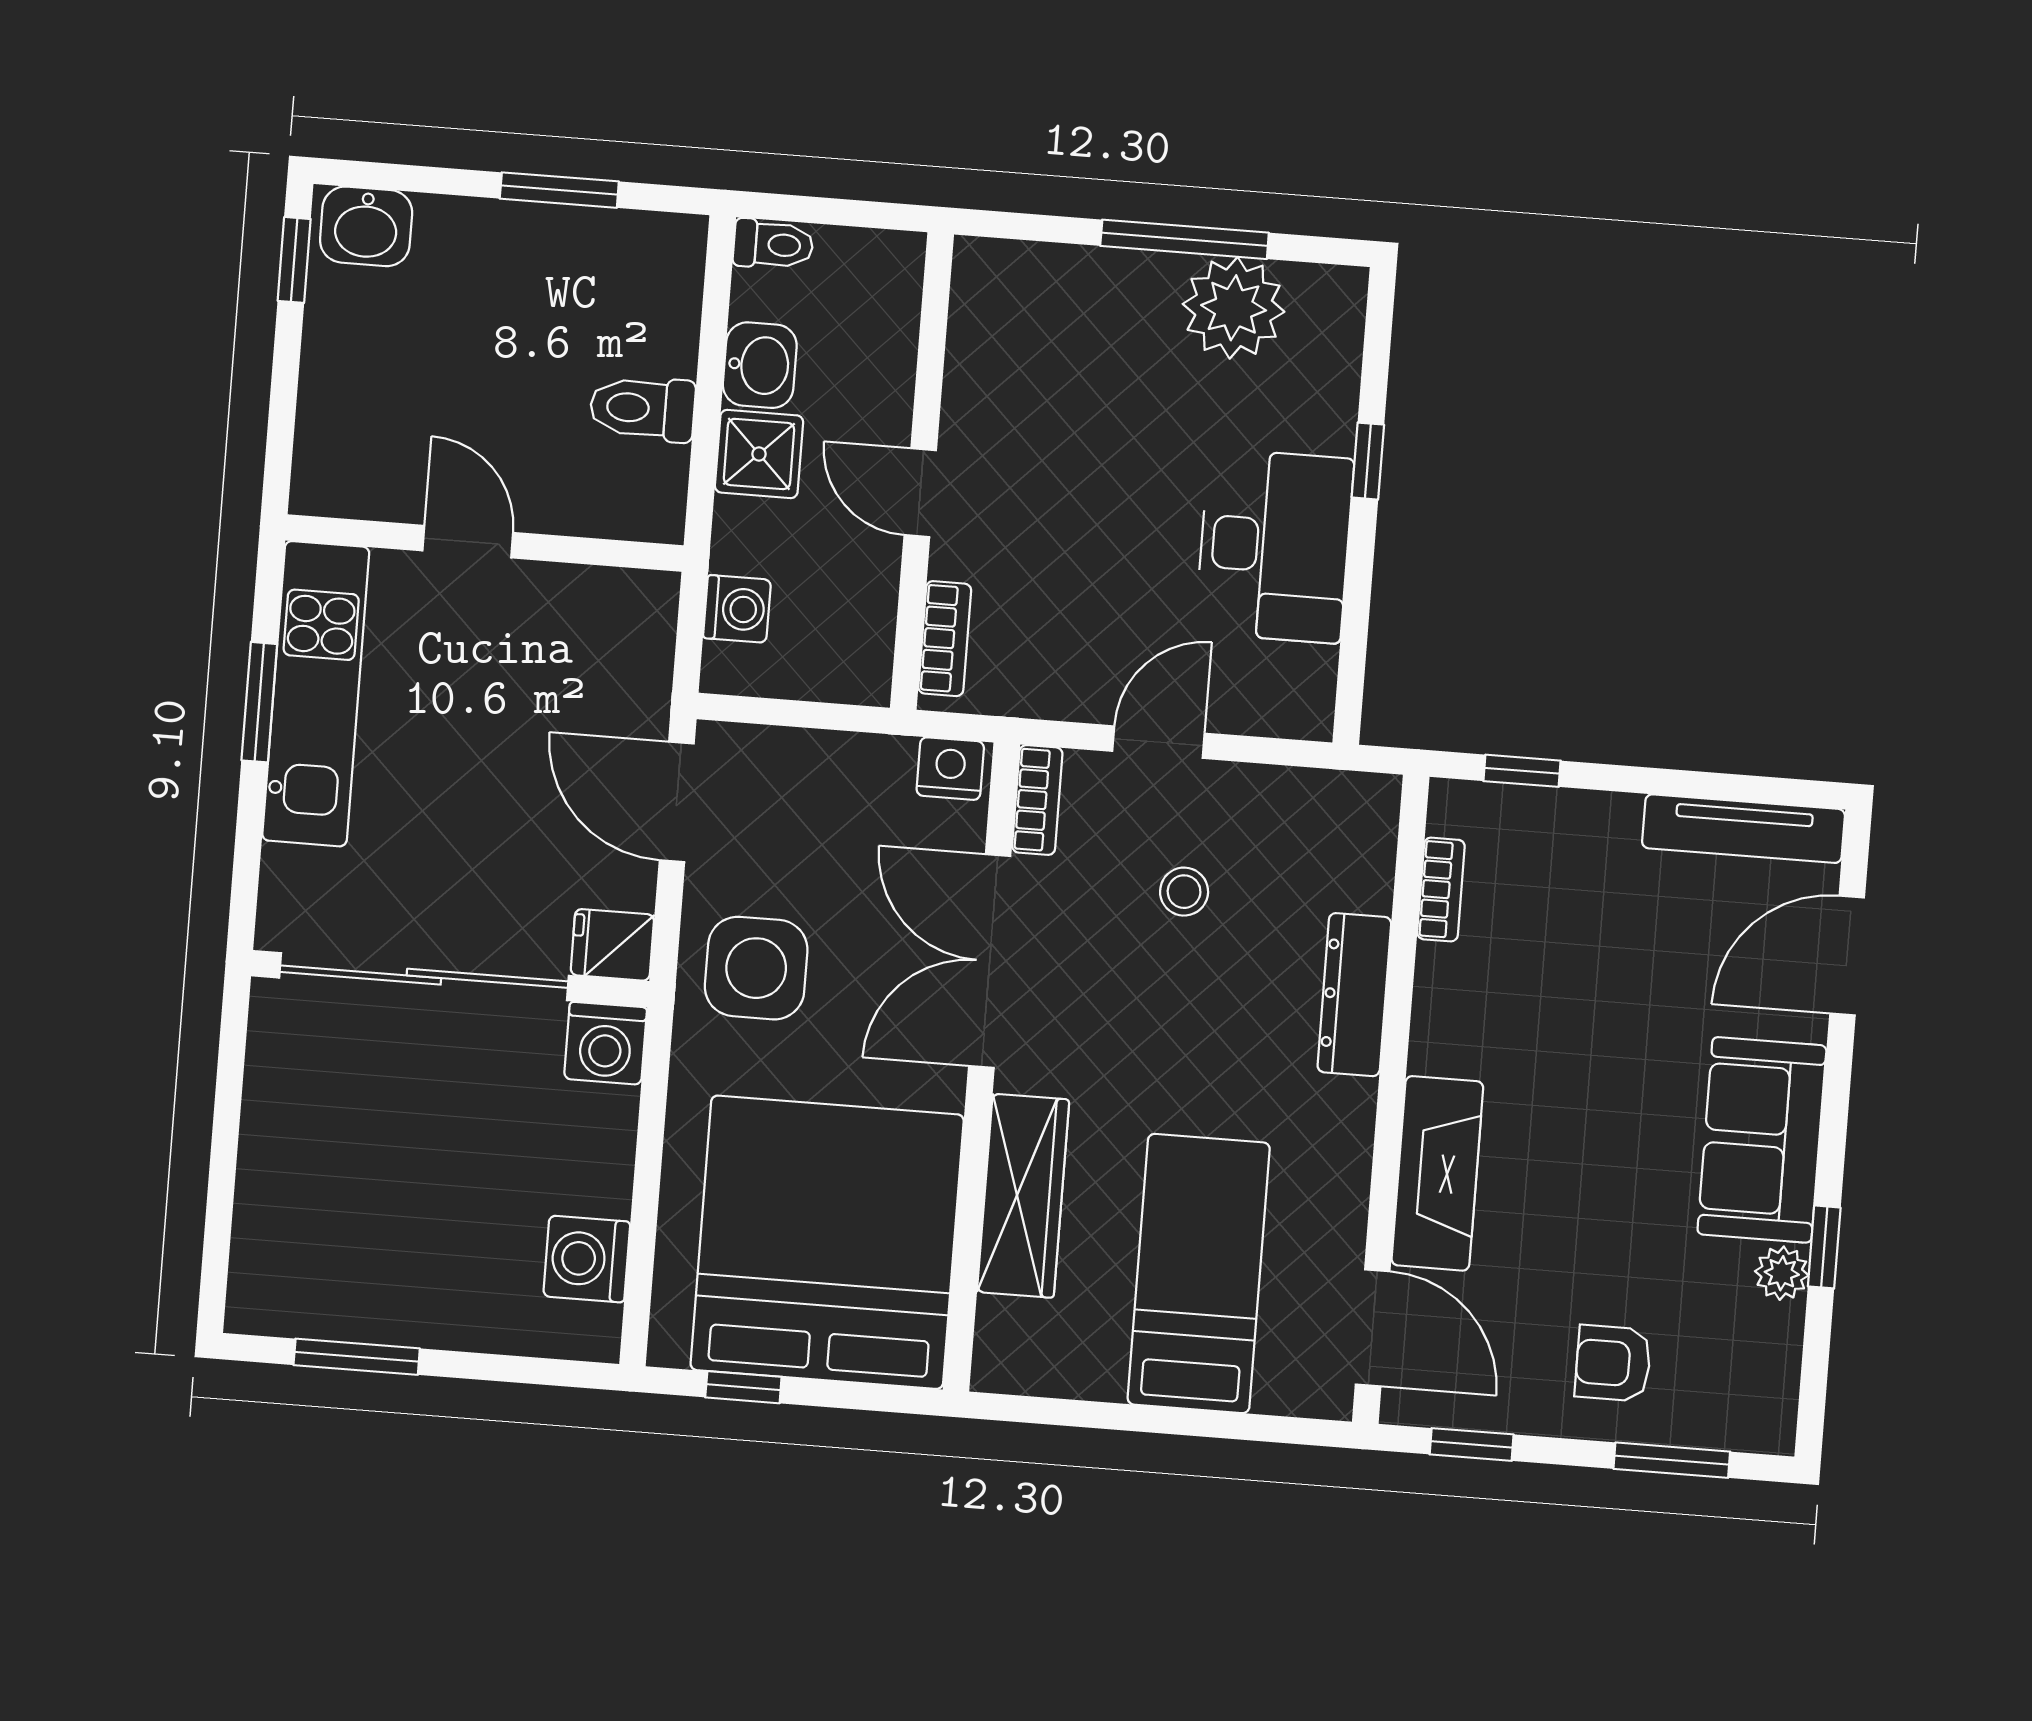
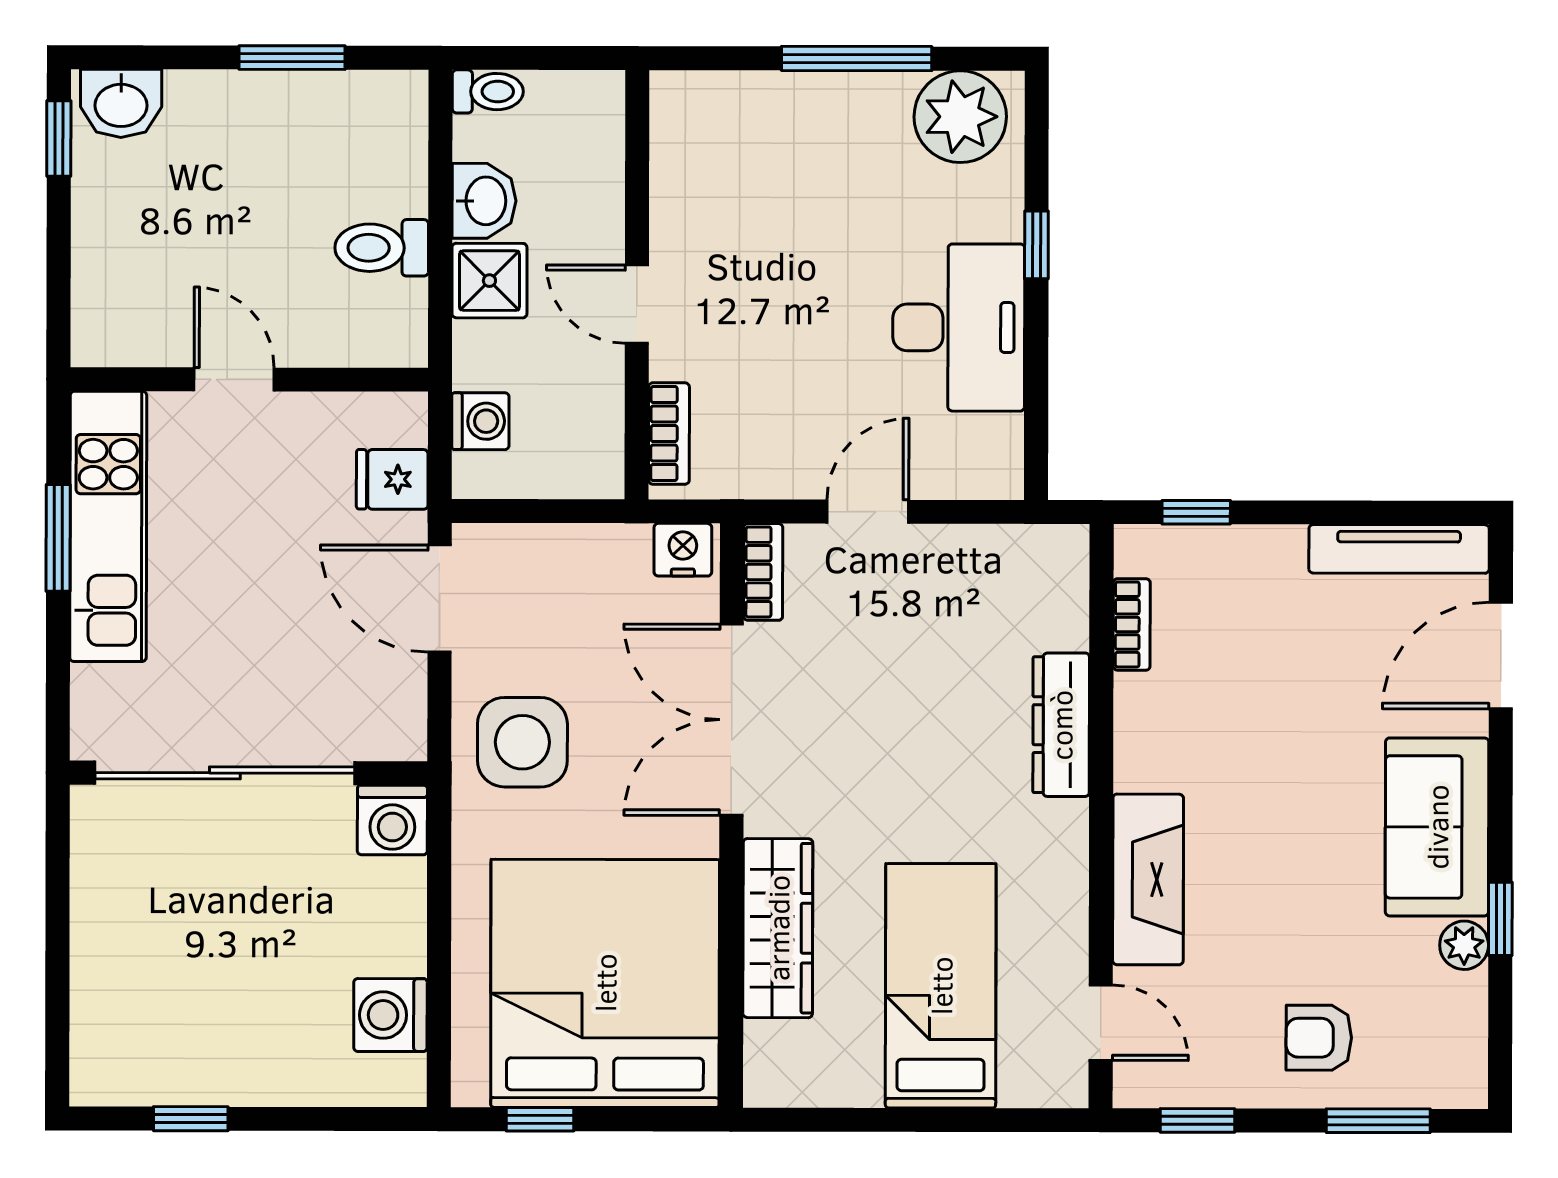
plant: (1234, 308) -> (960, 117), moved
stool: (1184, 892) -> (901, 644), removed
fridge: (612, 945) -> (392, 479), moved
door: (1373, 1328) -> (1101, 1023), width x0.73
window: (357, 1357) -> (191, 1119), width x0.67

